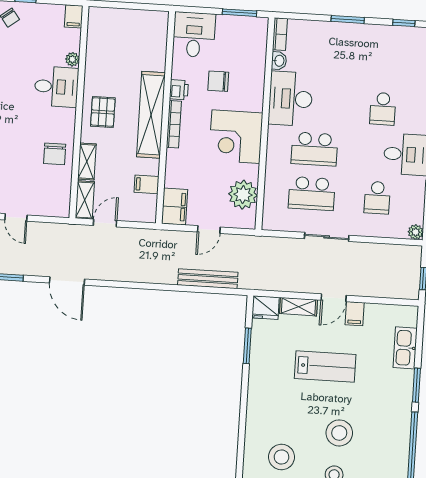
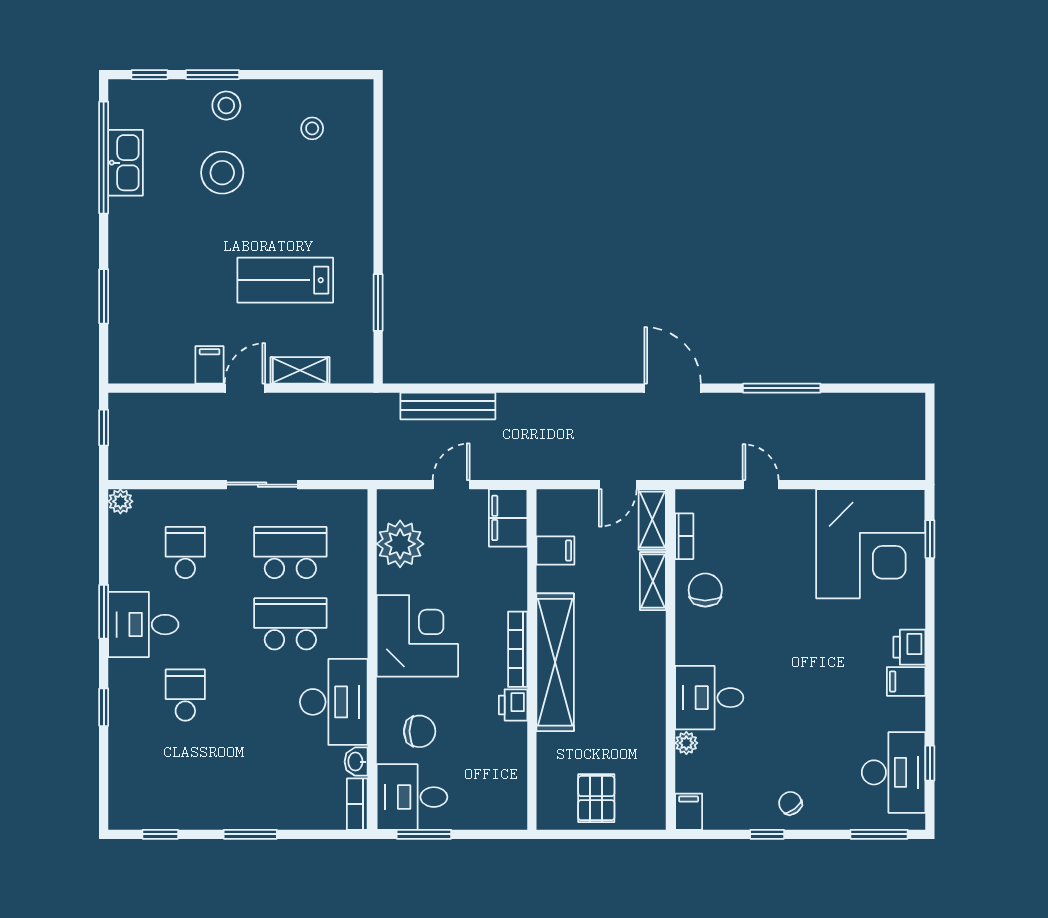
desk: (194, 35) -> (412, 797), moved, turned 90
chair: (218, 81) -> (420, 731), moved
pallet: (103, 112) -> (596, 798), moved
bookcase: (66, 188) -> (684, 536), added
fridge: (266, 308) -> (353, 366), removed
kitchen sink: (405, 348) -> (126, 163), moved
lab bench: (325, 366) -> (285, 280), moved
window: (416, 385) -> (104, 296), moved
stool: (281, 457) -> (312, 128), width x0.53, depth x0.53

